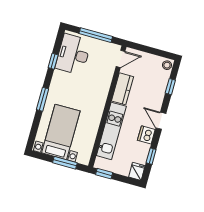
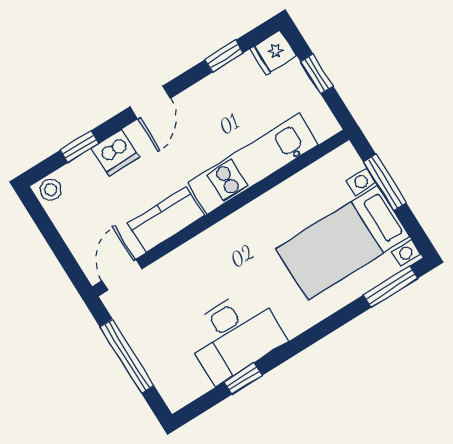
desk: (73, 54) -> (234, 335), moved
door: (121, 59) -> (122, 275), hinge flipped
window: (43, 99) -> (391, 287), moved
dishwasher: (146, 135) -> (115, 153), moved
window: (104, 174) -> (317, 74), moved

